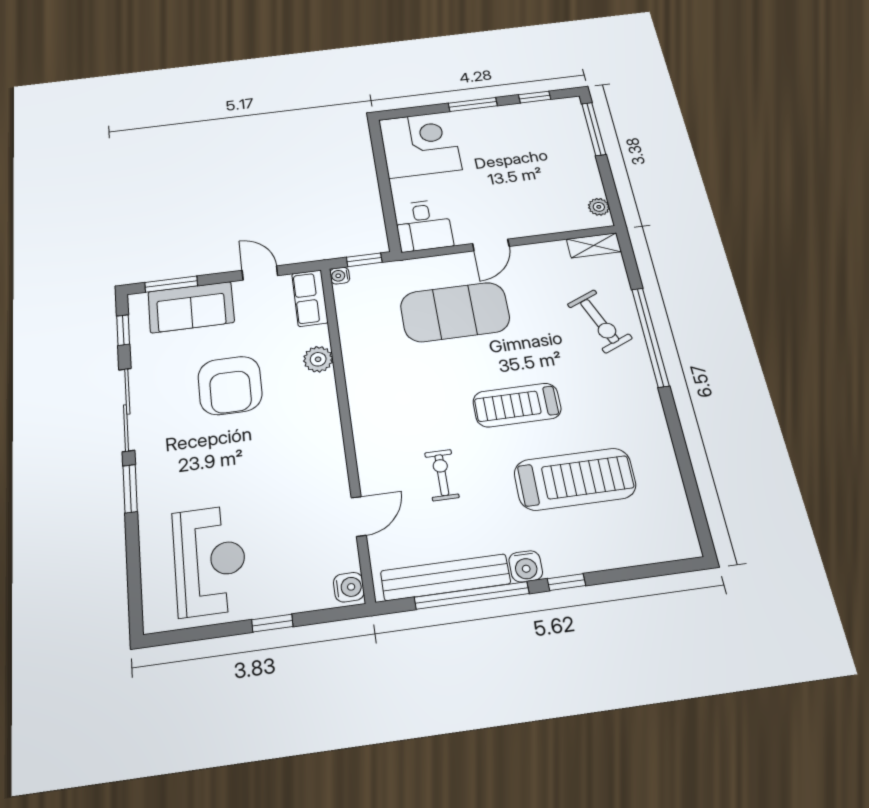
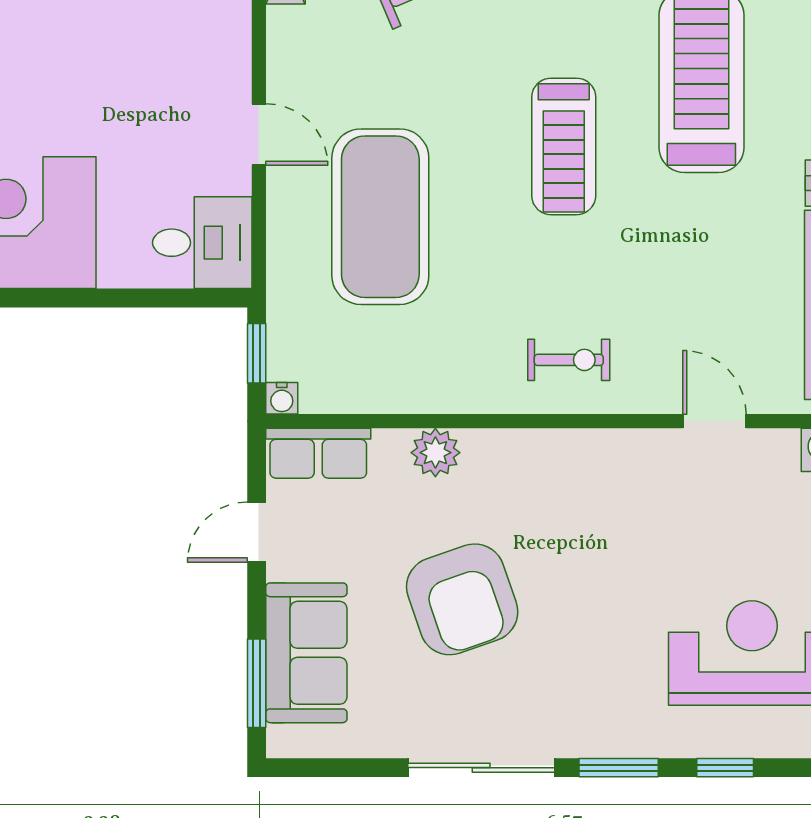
window: (123, 330) -> (725, 768), moved
armchair: (230, 385) -> (462, 599), turned 71
exercise bike: (442, 475) -> (569, 360), moved, turned 180

